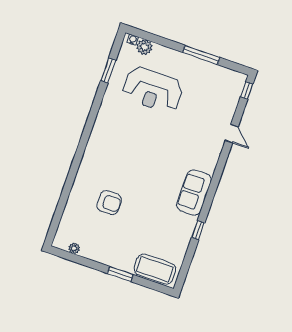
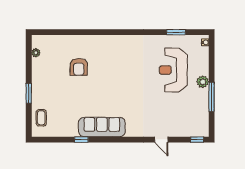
plant: (144, 47) -> (203, 82), moved
door: (232, 134) -> (161, 140), hinge flipped
sofa: (194, 193) -> (102, 127), width x1.36
coffee table: (155, 269) -> (41, 118), width x0.54, depth x0.58

